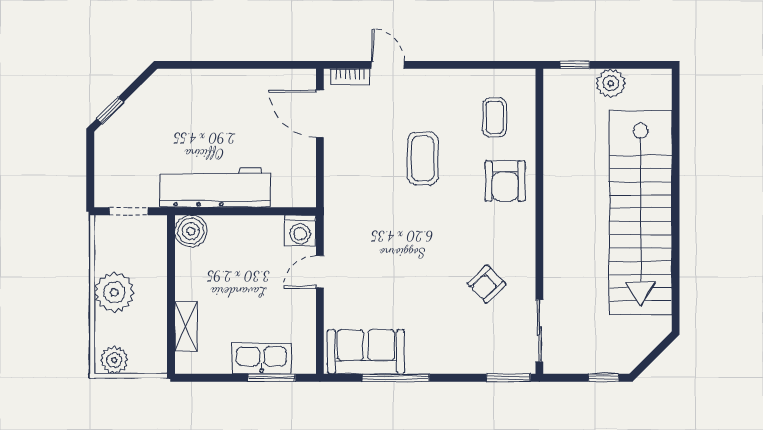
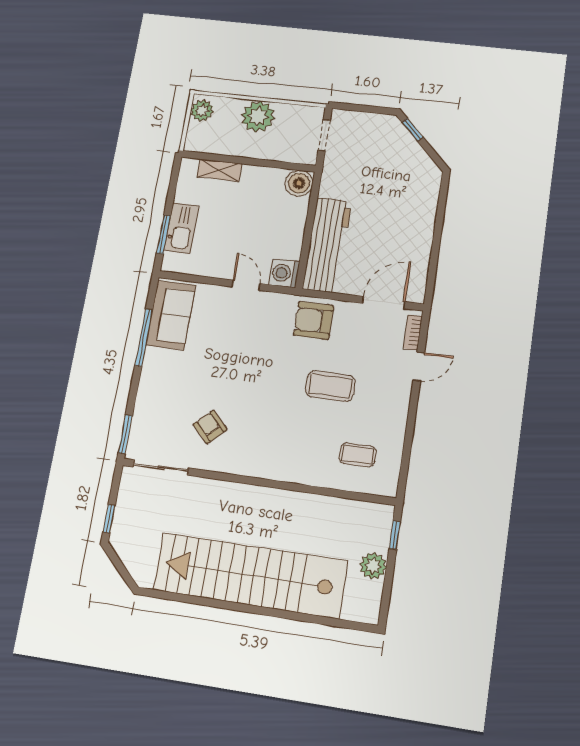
armchair: (505, 181) -> (314, 320), moved
workbench: (215, 187) -> (327, 245), moved

